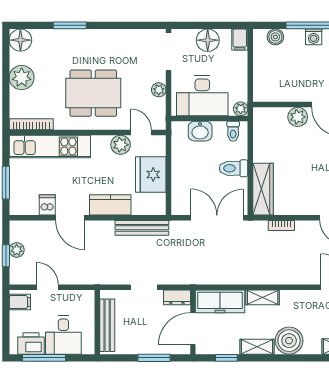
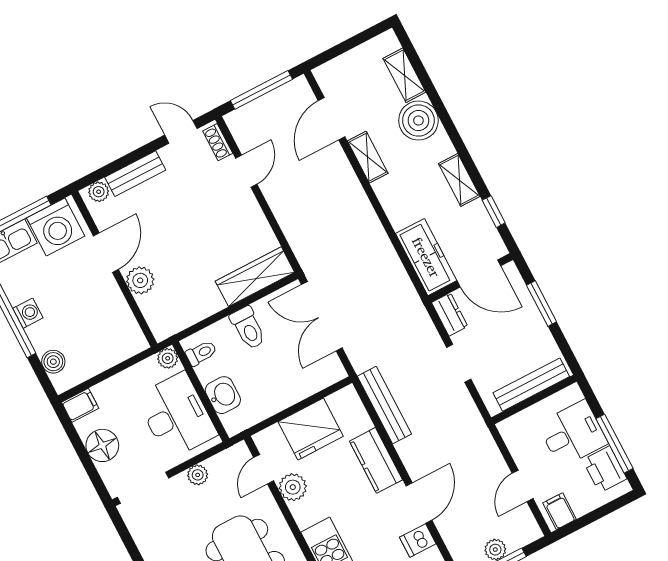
bookcase: (281, 226) -> (289, 229), removed
shelving: (263, 297) -> (368, 157), moved
boiler: (289, 341) -> (418, 121), moved

